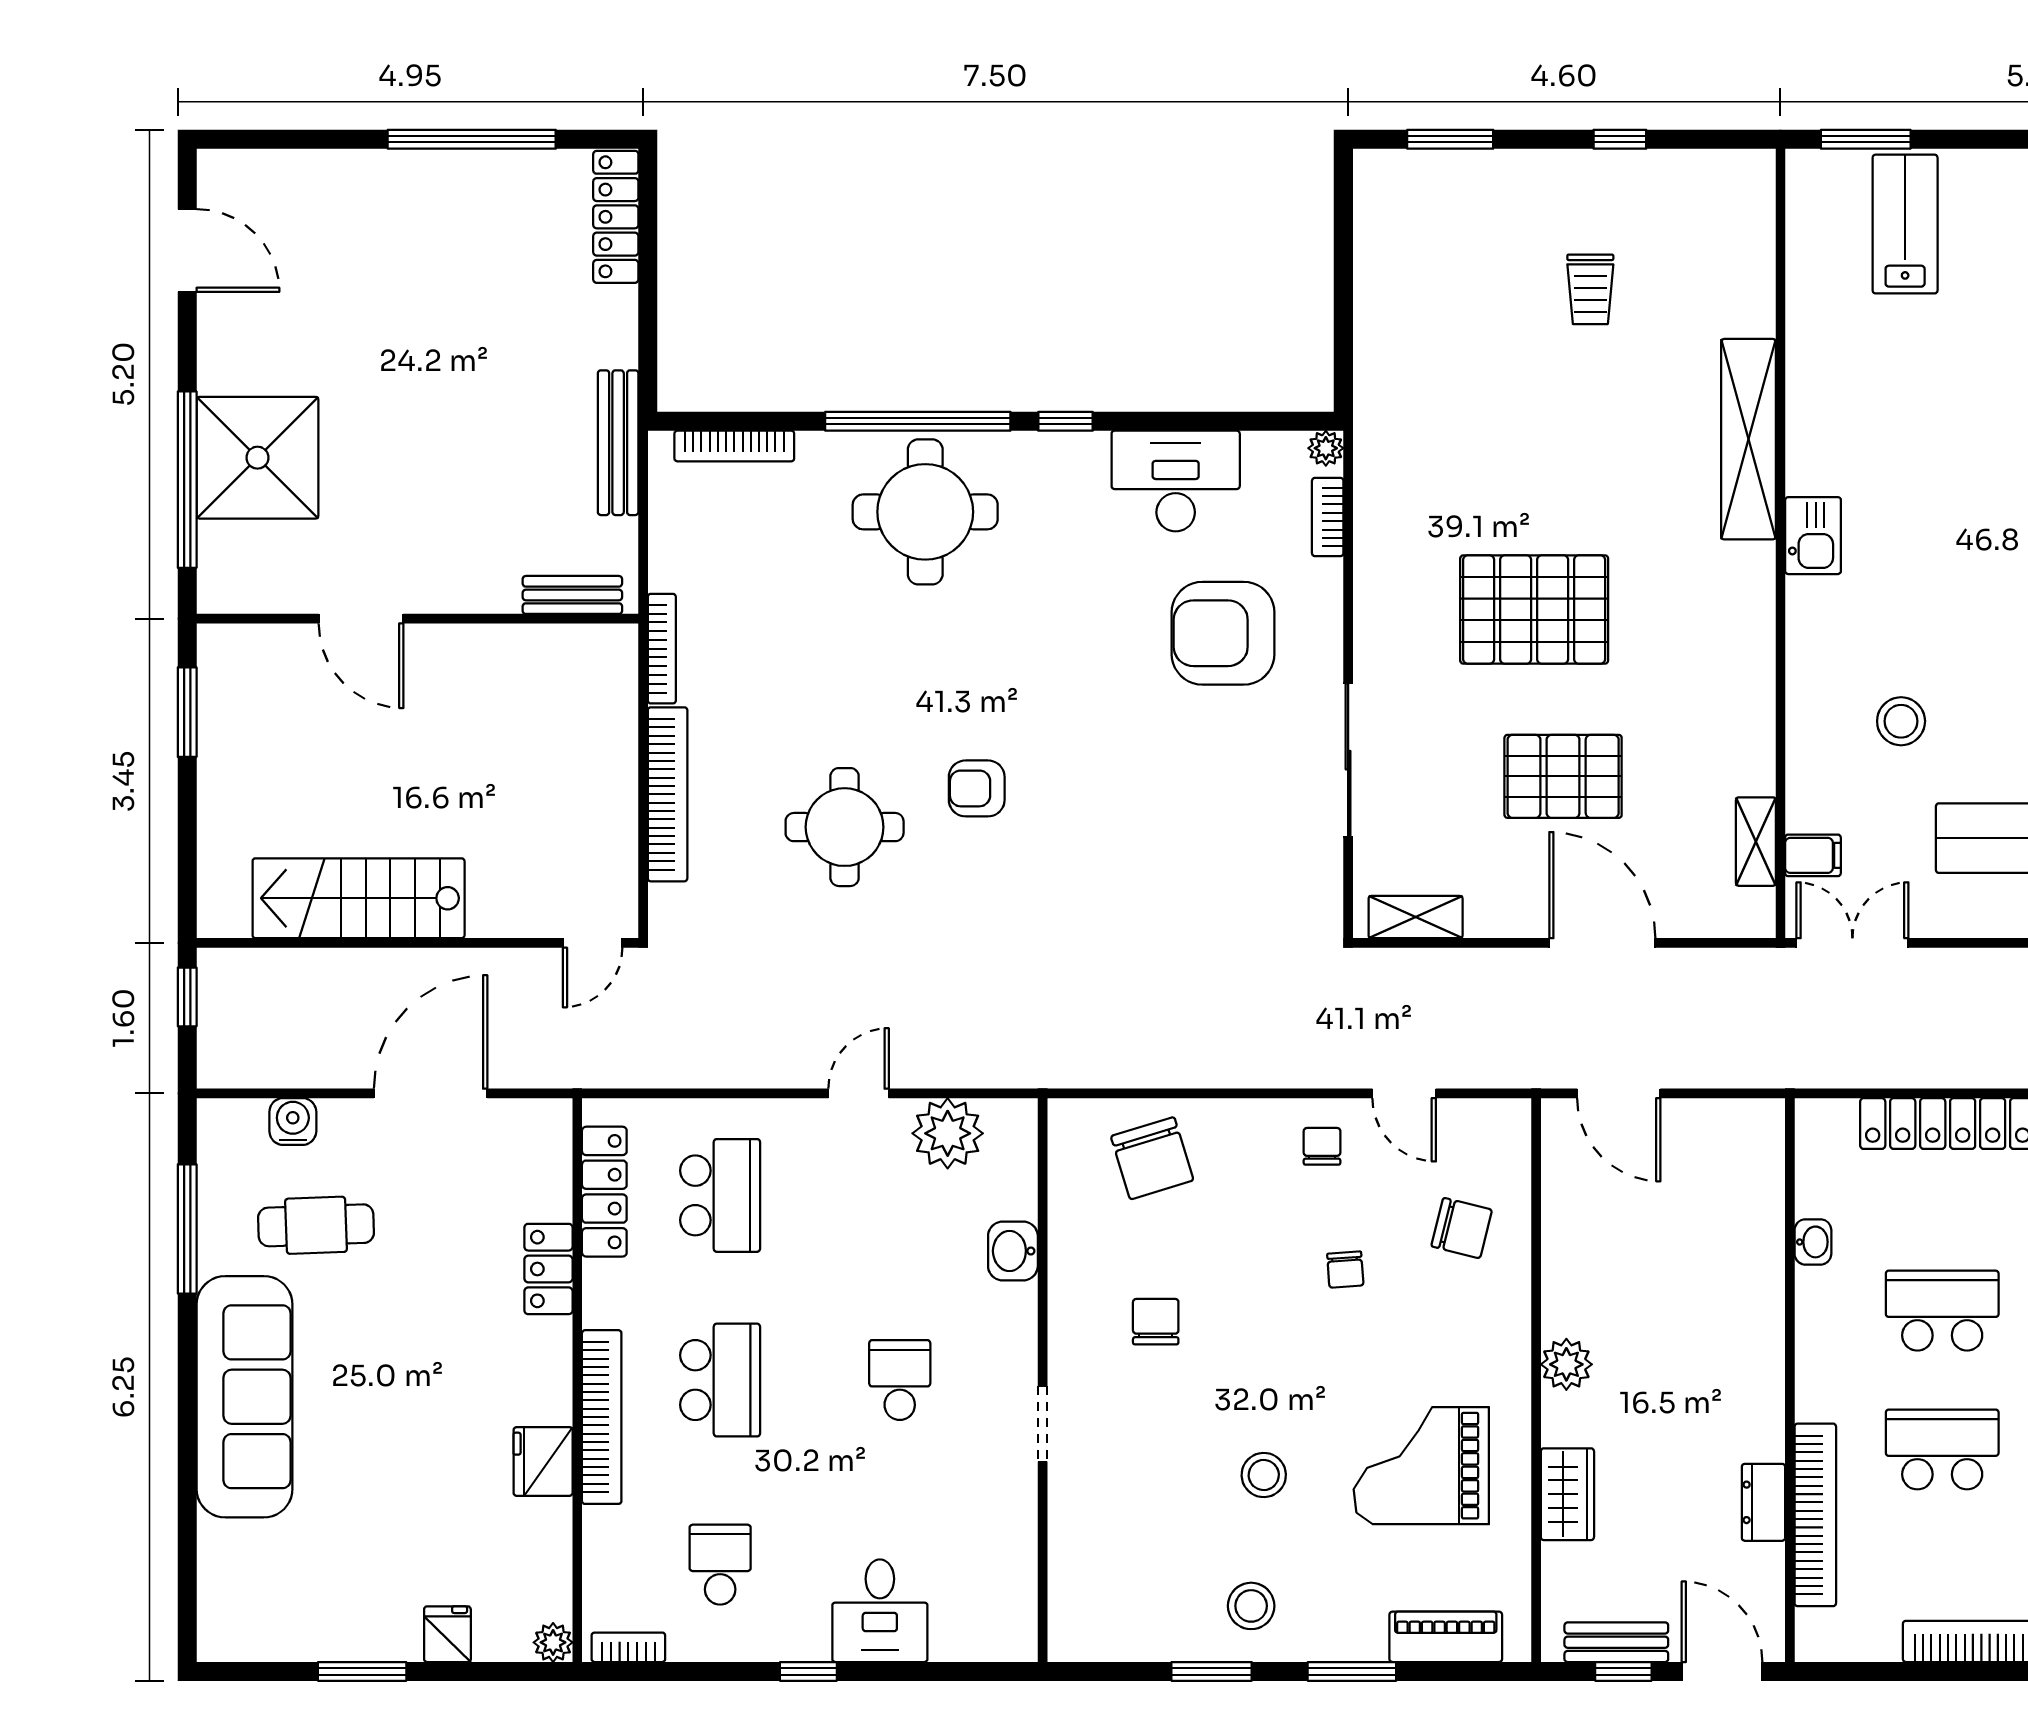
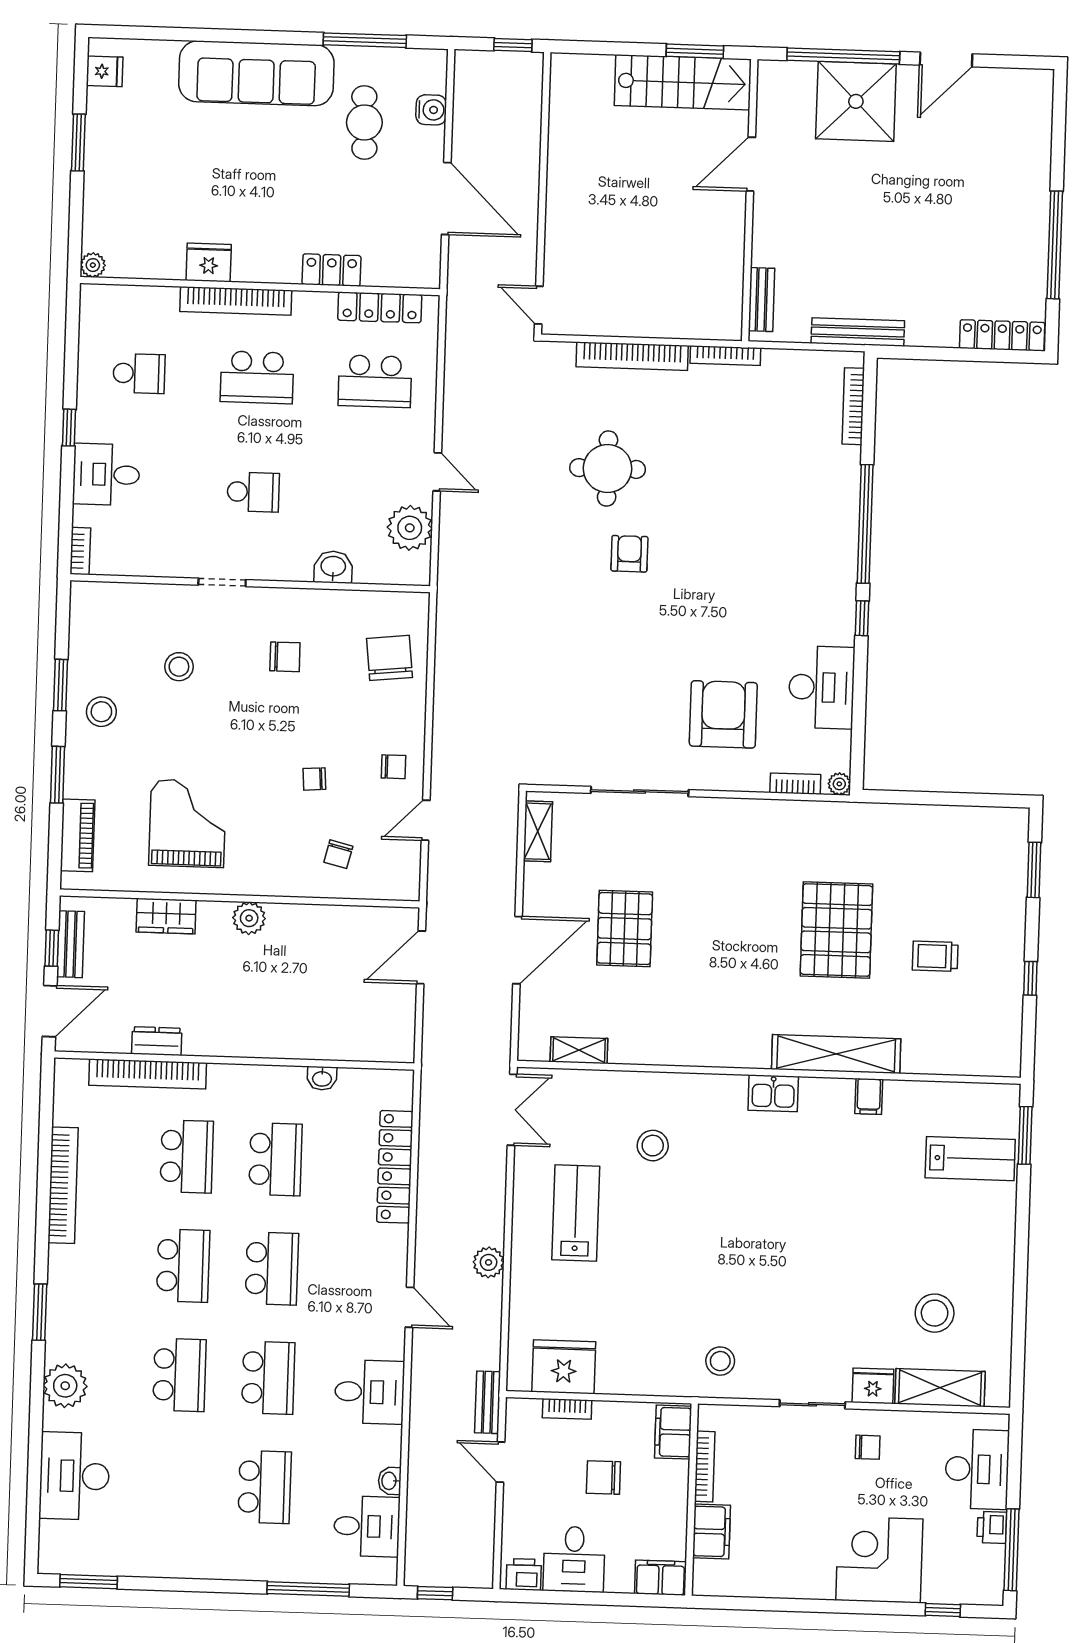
door: (187, 251) -> (946, 59), moved
round table: (925, 512) -> (807, 527), removed
pallet: (1534, 609) -> (836, 930), moved
filing cabinet: (1813, 855) -> (869, 1096), moved
stairs: (359, 898) -> (683, 82), moved, turned 90
chair: (1152, 1158) -> (390, 658), turned 101
chair: (1462, 1228) -> (338, 854), width x0.73, depth x0.73
stool: (1264, 1475) -> (179, 667), moved
fridge: (447, 1634) -> (105, 71), moved
bookcase: (628, 1647) -> (80, 551), moved

